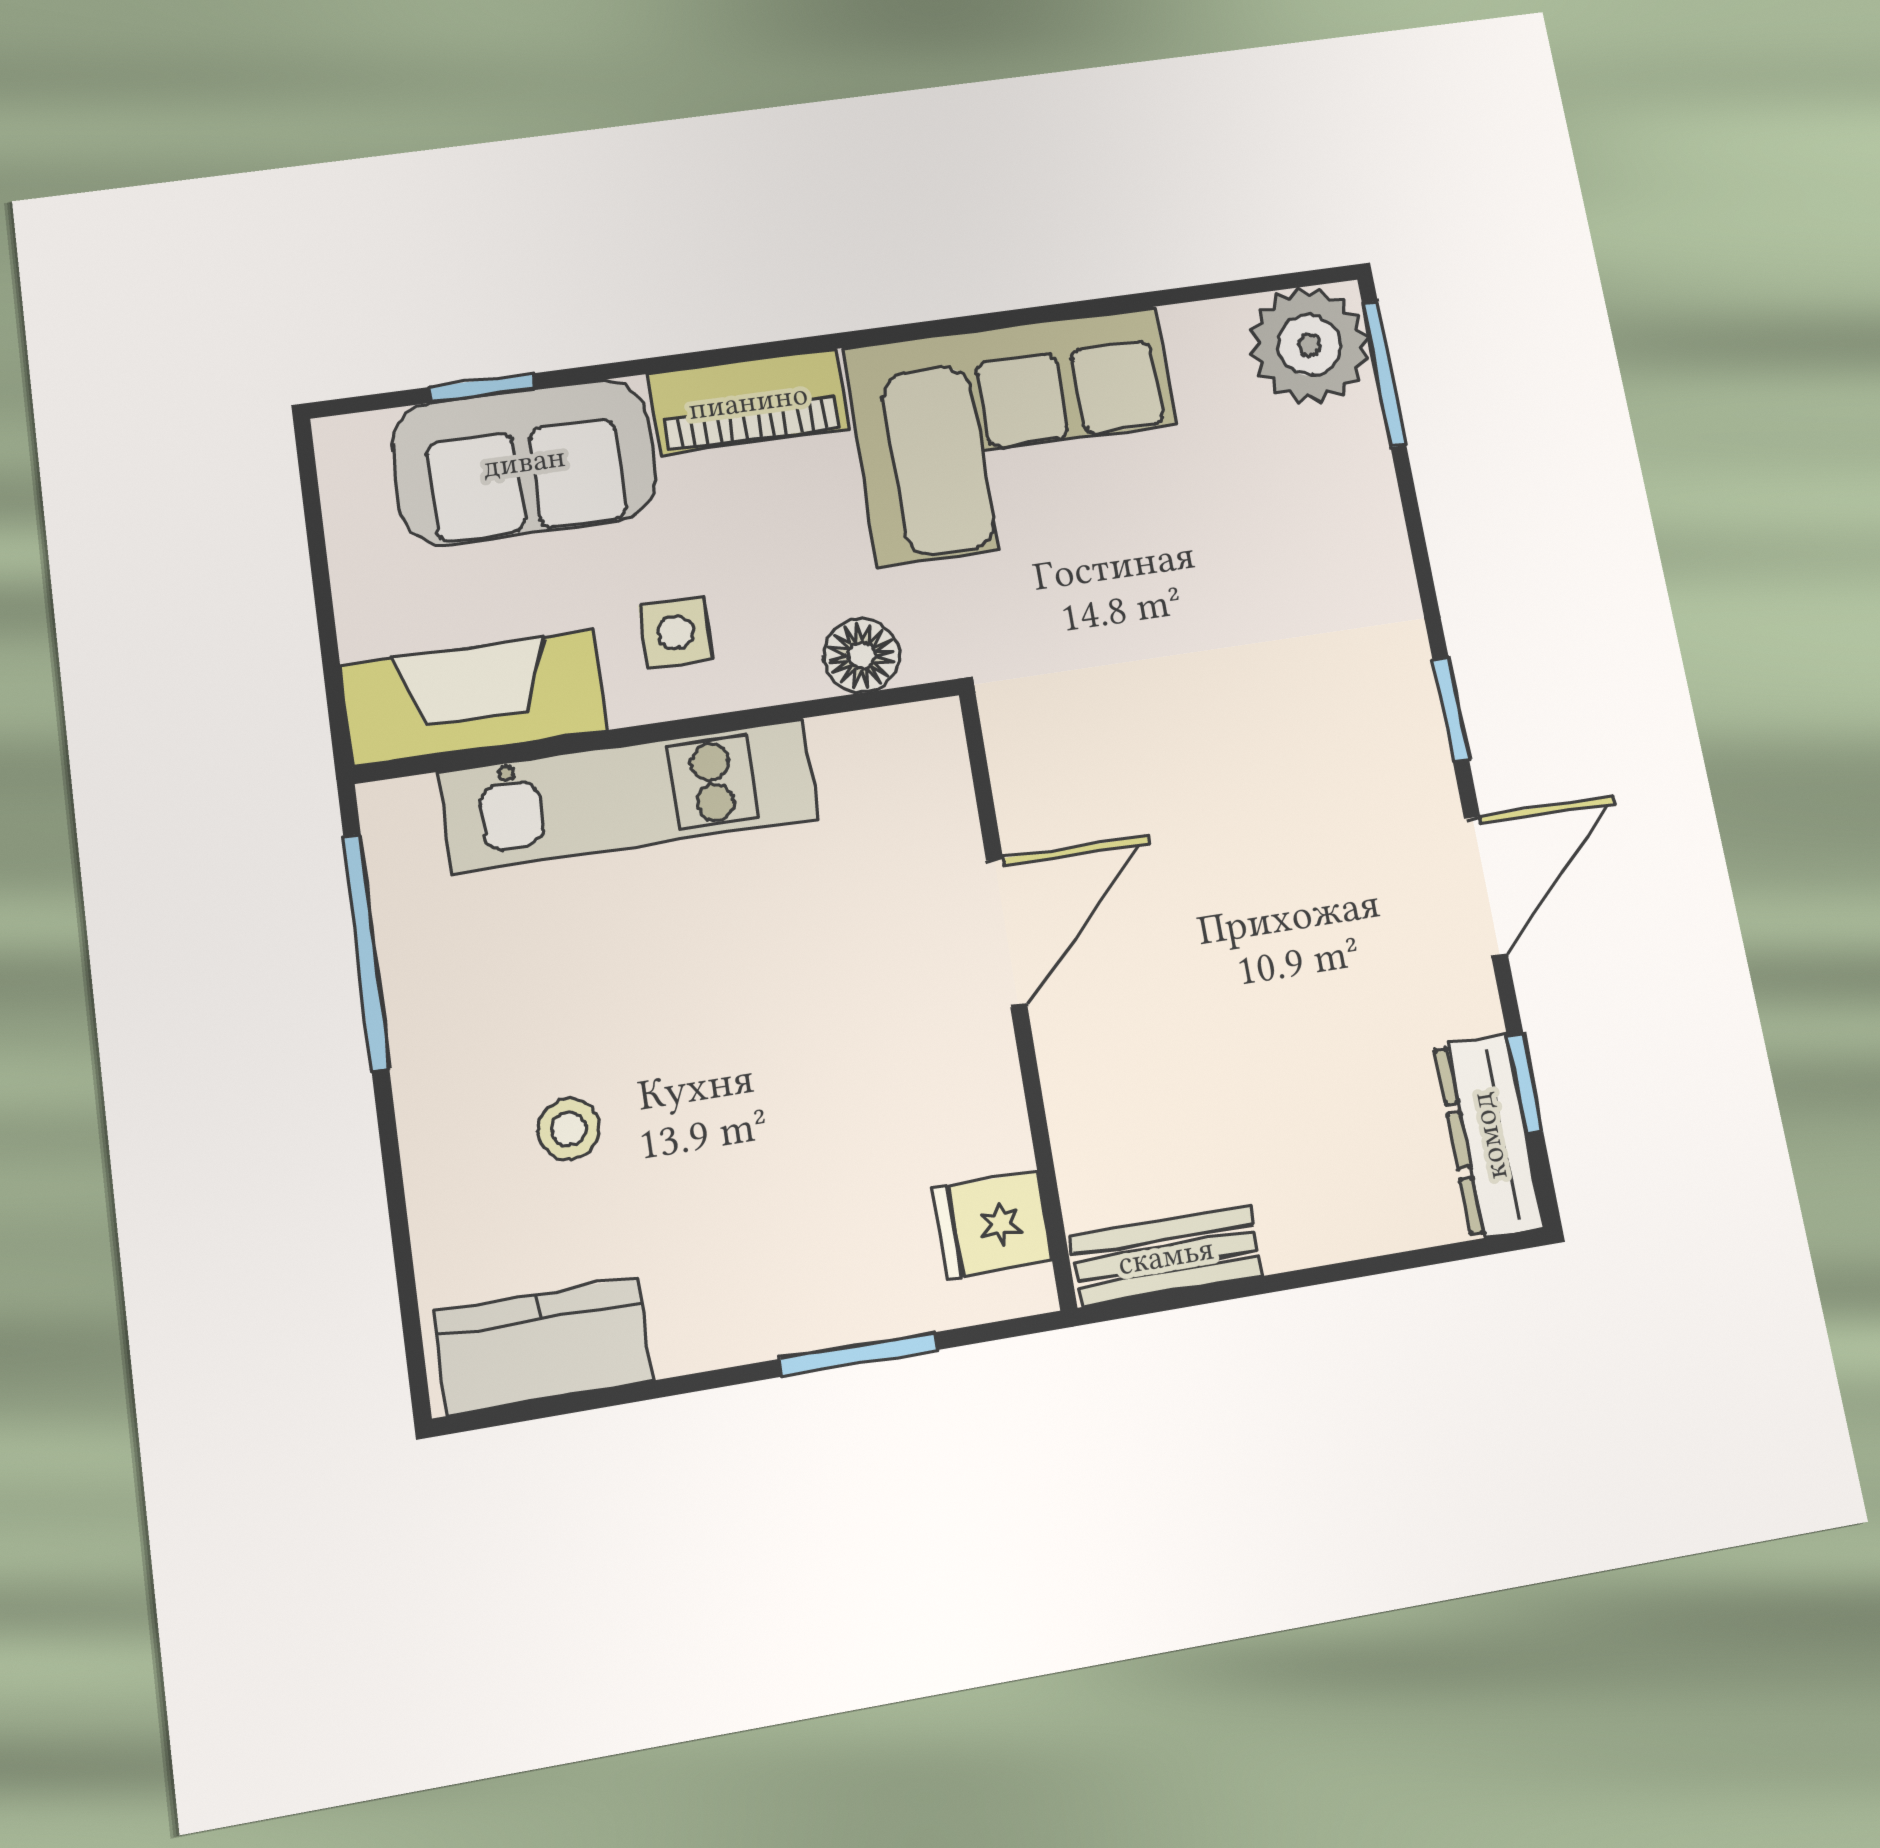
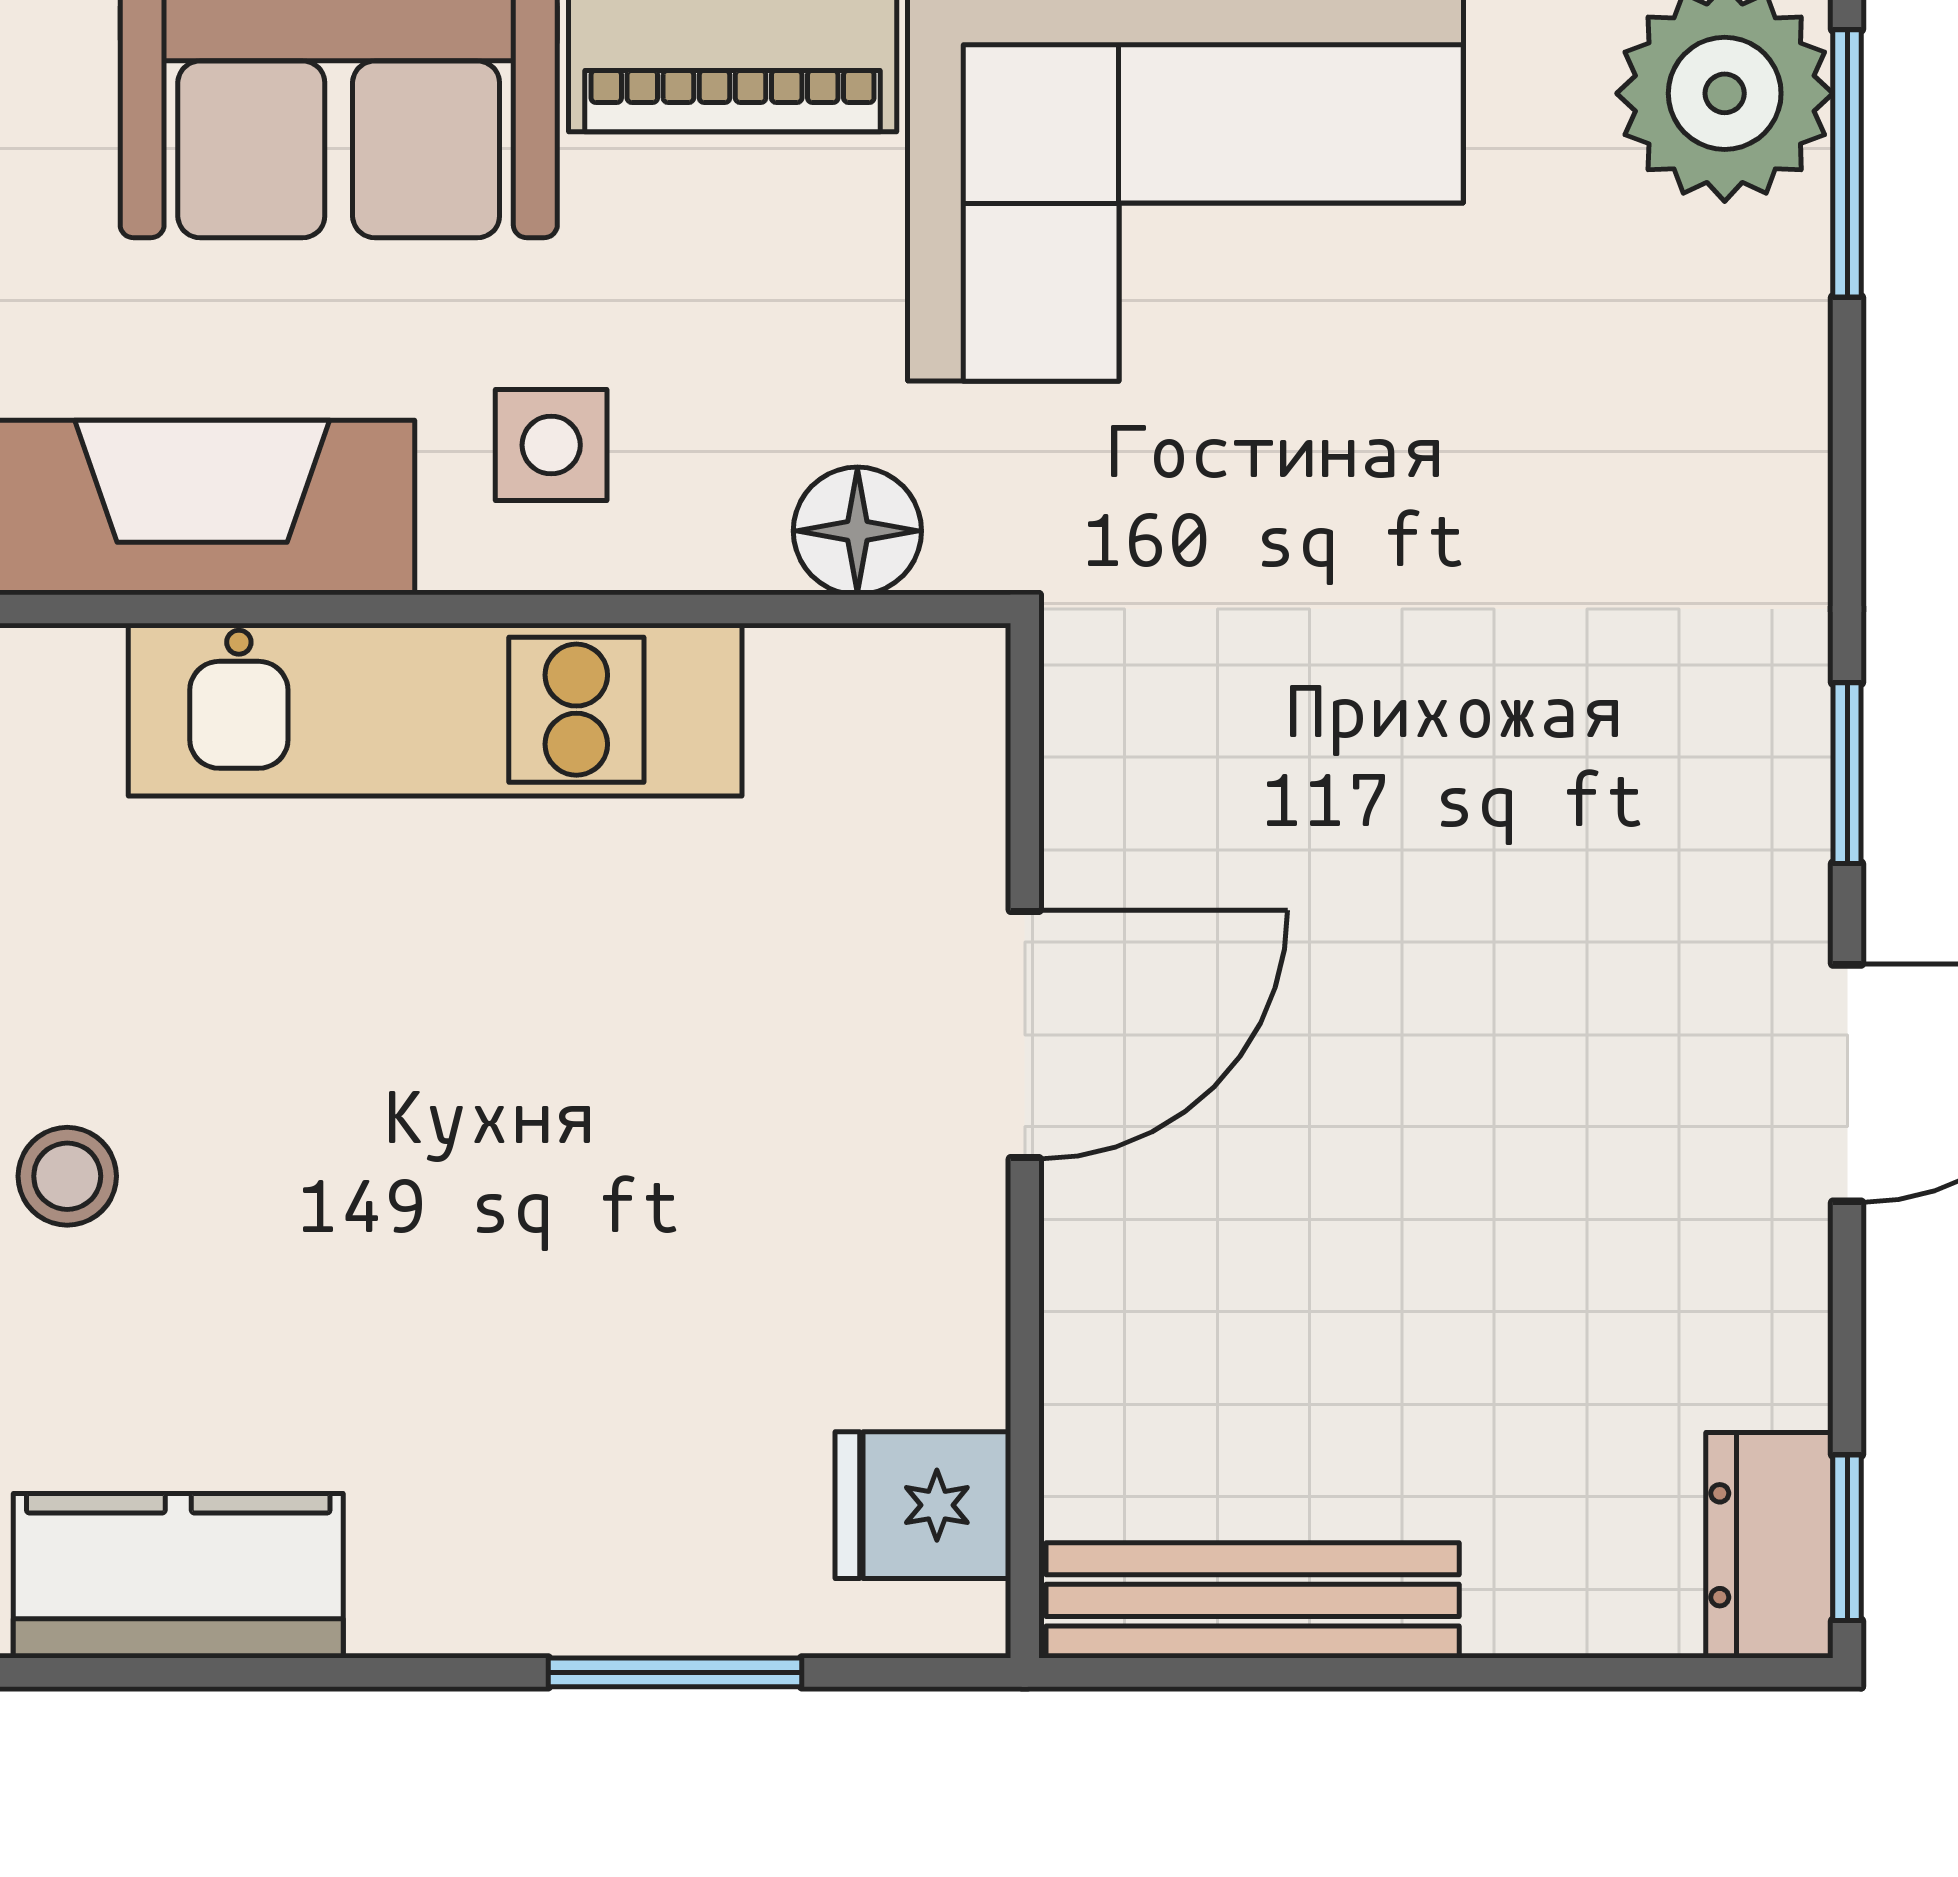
window: (1525, 1084) -> (1847, 1538), moved
stool: (569, 1129) -> (67, 1176), moved
dresser: (1489, 1136) -> (1769, 1545), width x0.70
bench: (1166, 1256) -> (1253, 1600), width x1.36

